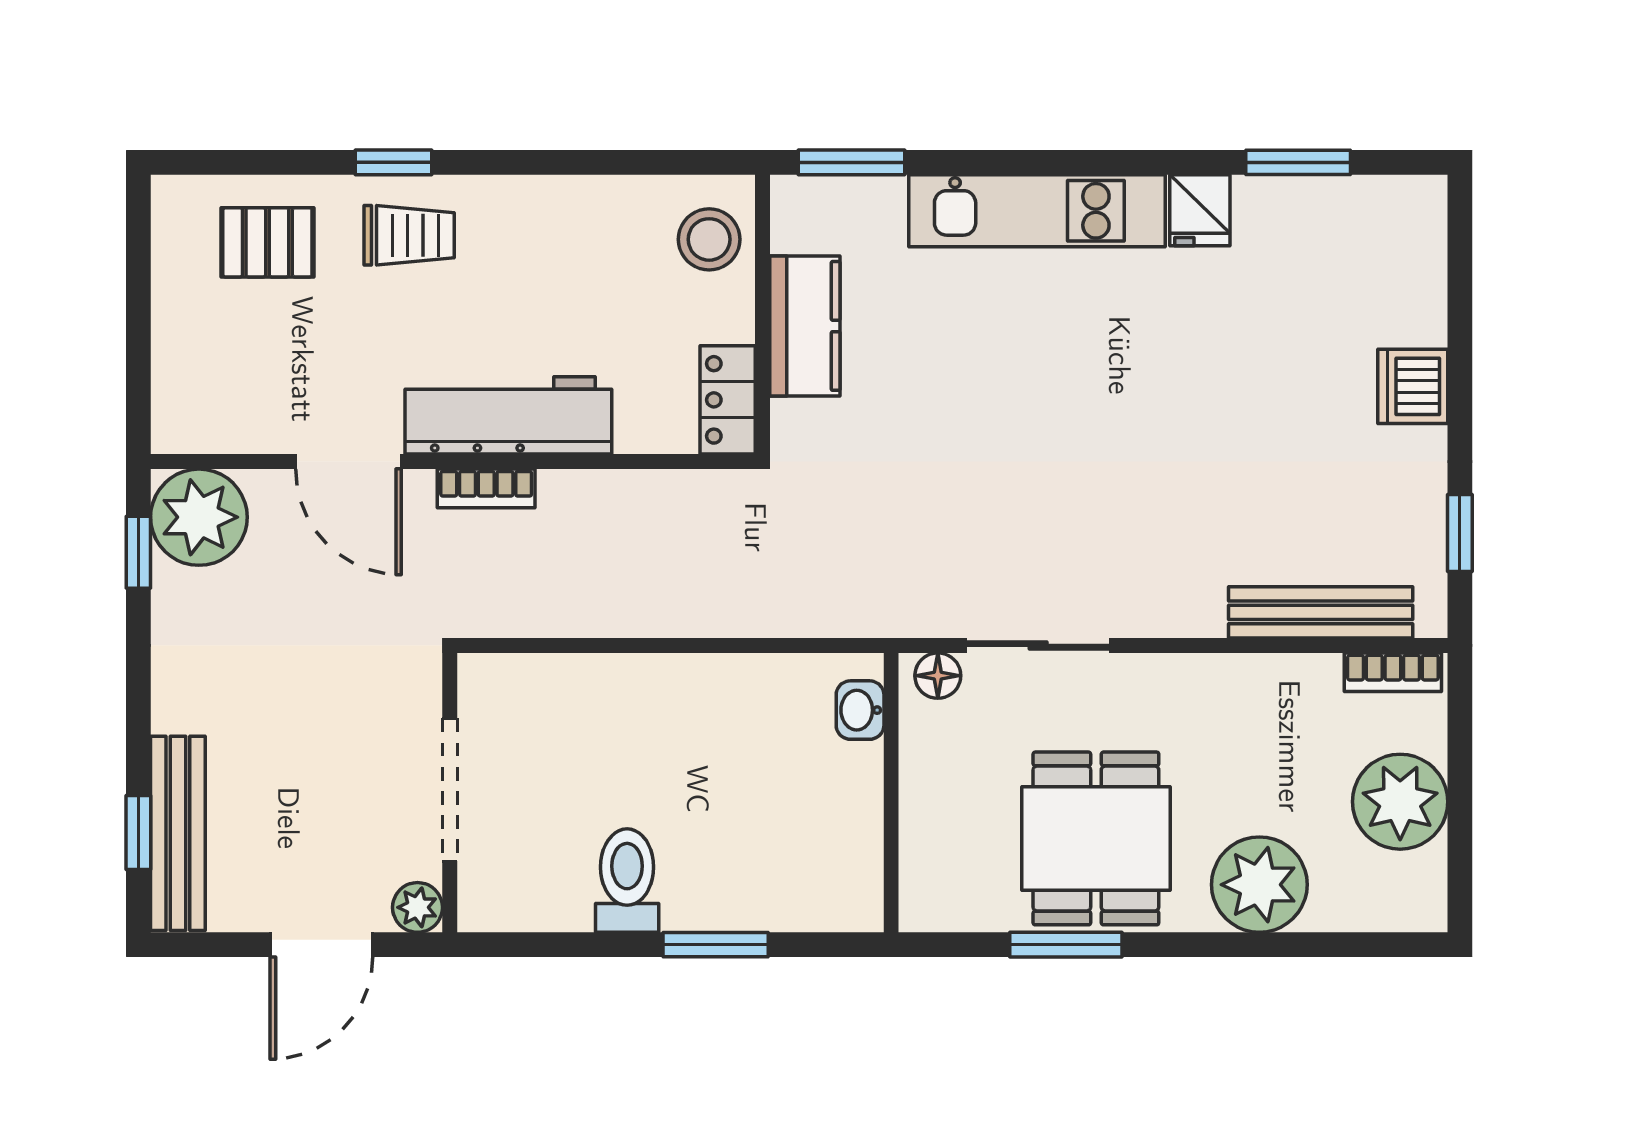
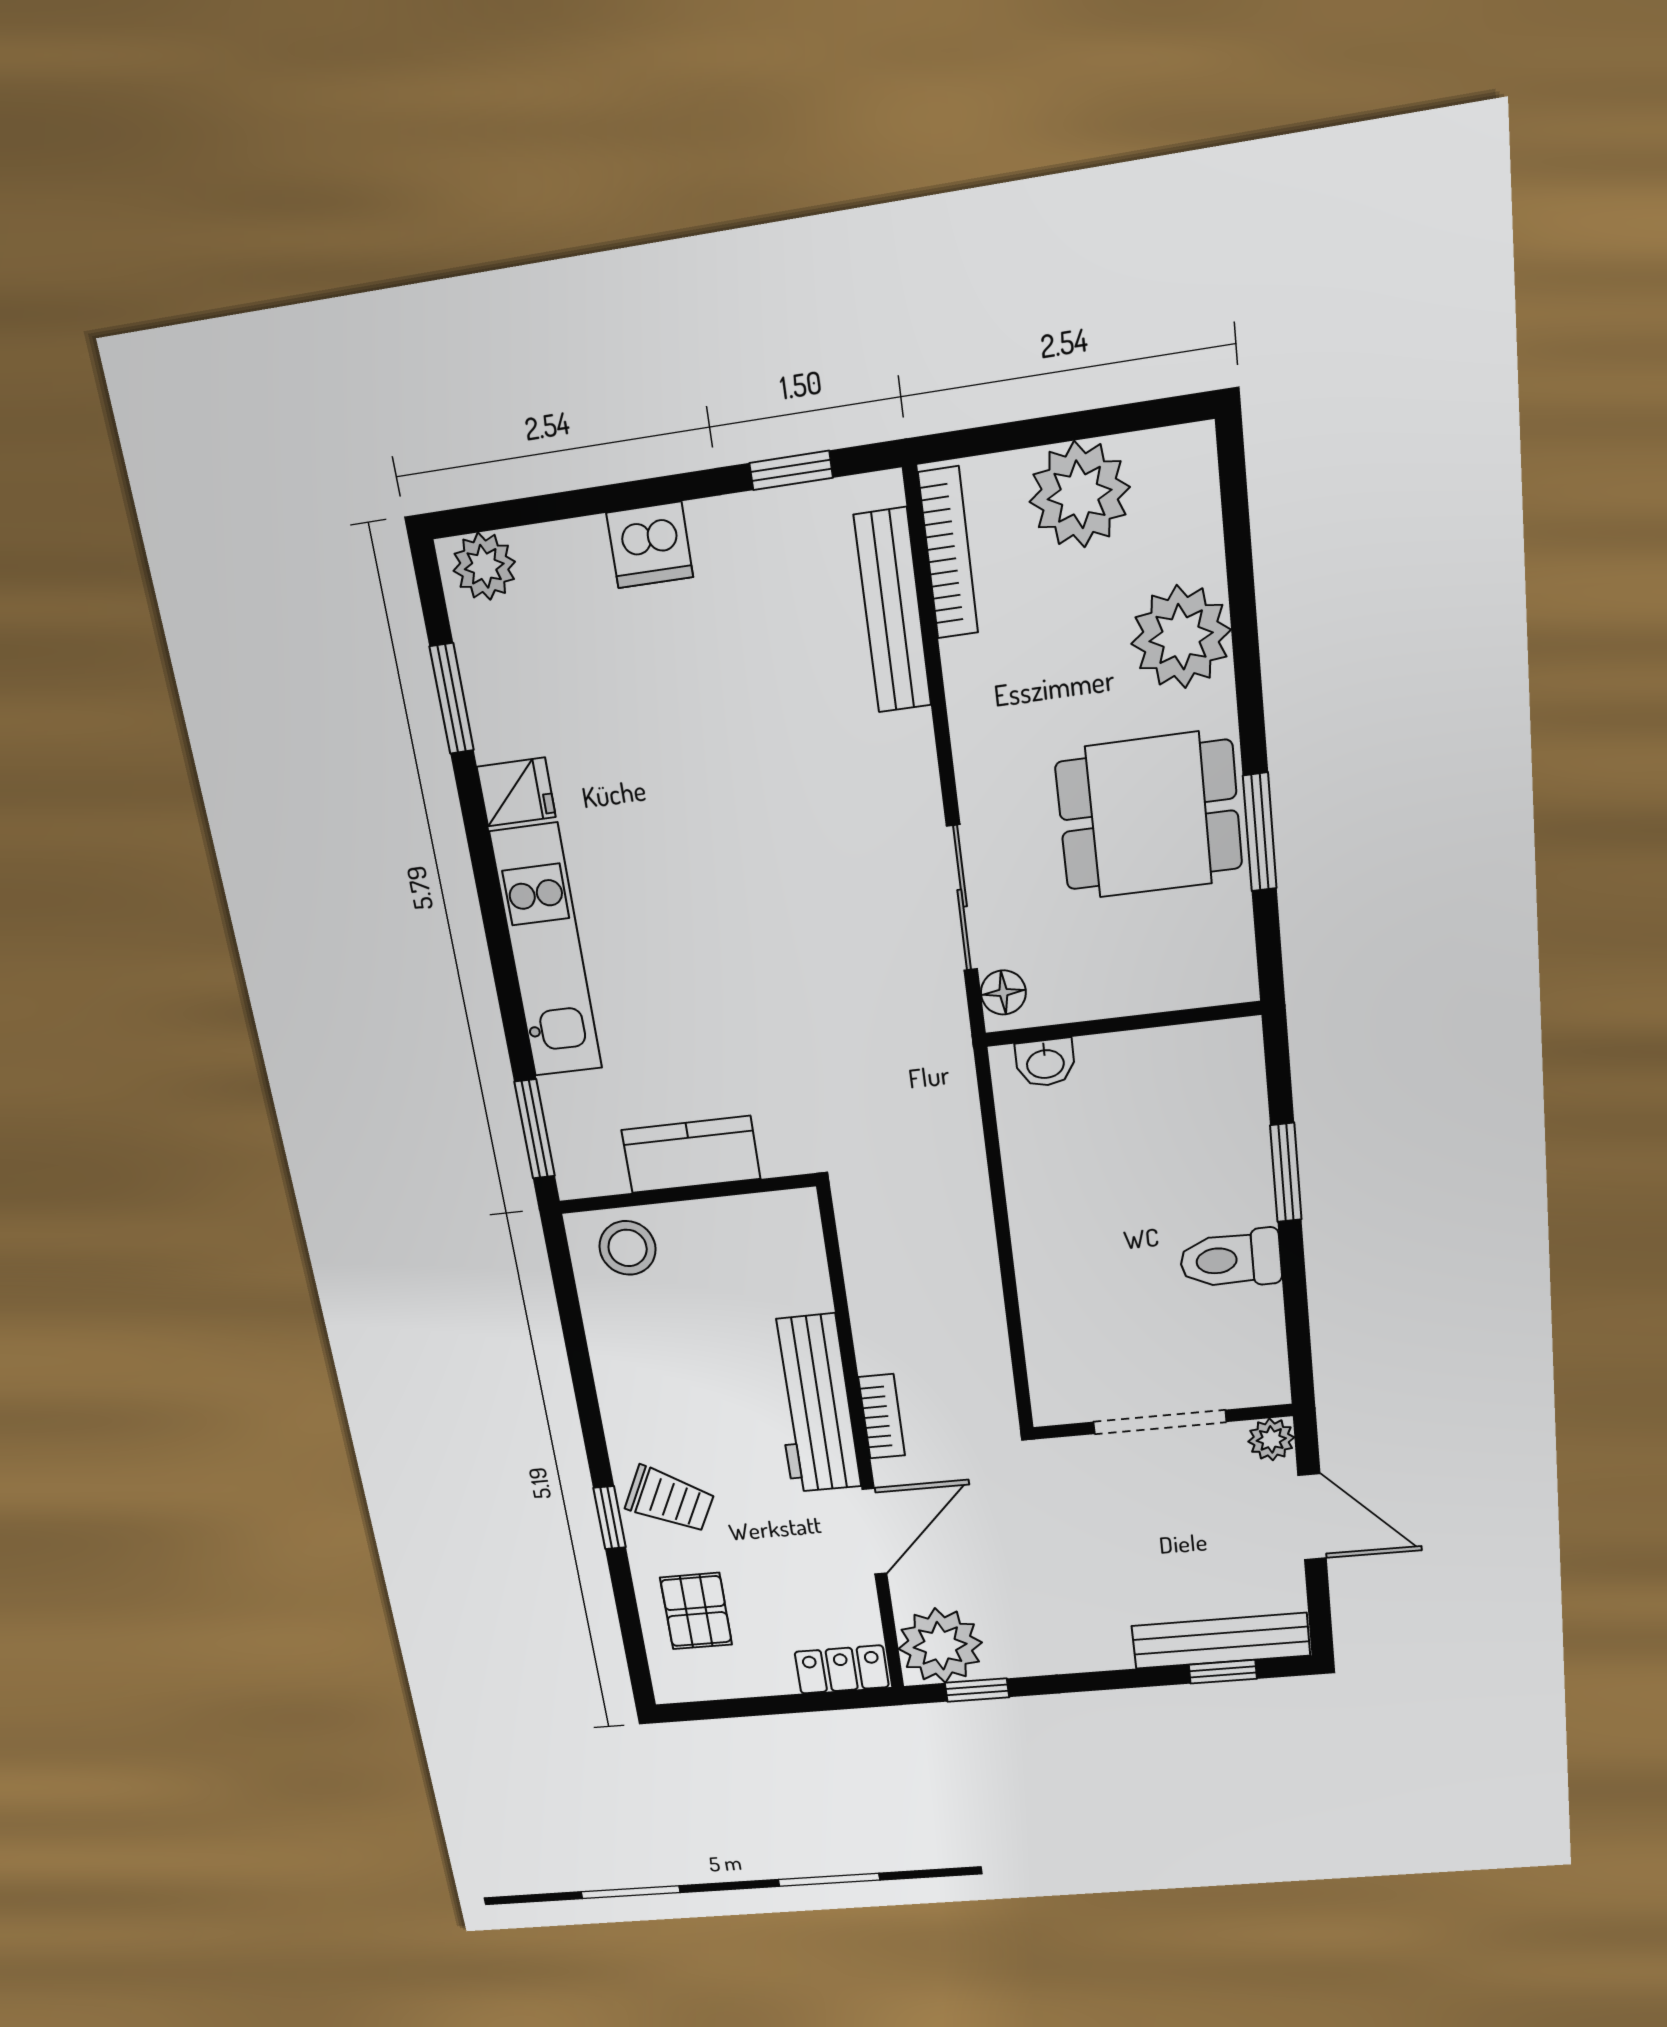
plant: (1416, 220) -> (484, 566), added
trolley: (409, 235) -> (670, 1500), turned 117
locker: (728, 400) -> (842, 1669), moved, turned 180
bookcase: (1393, 672) -> (948, 553), width x1.56

